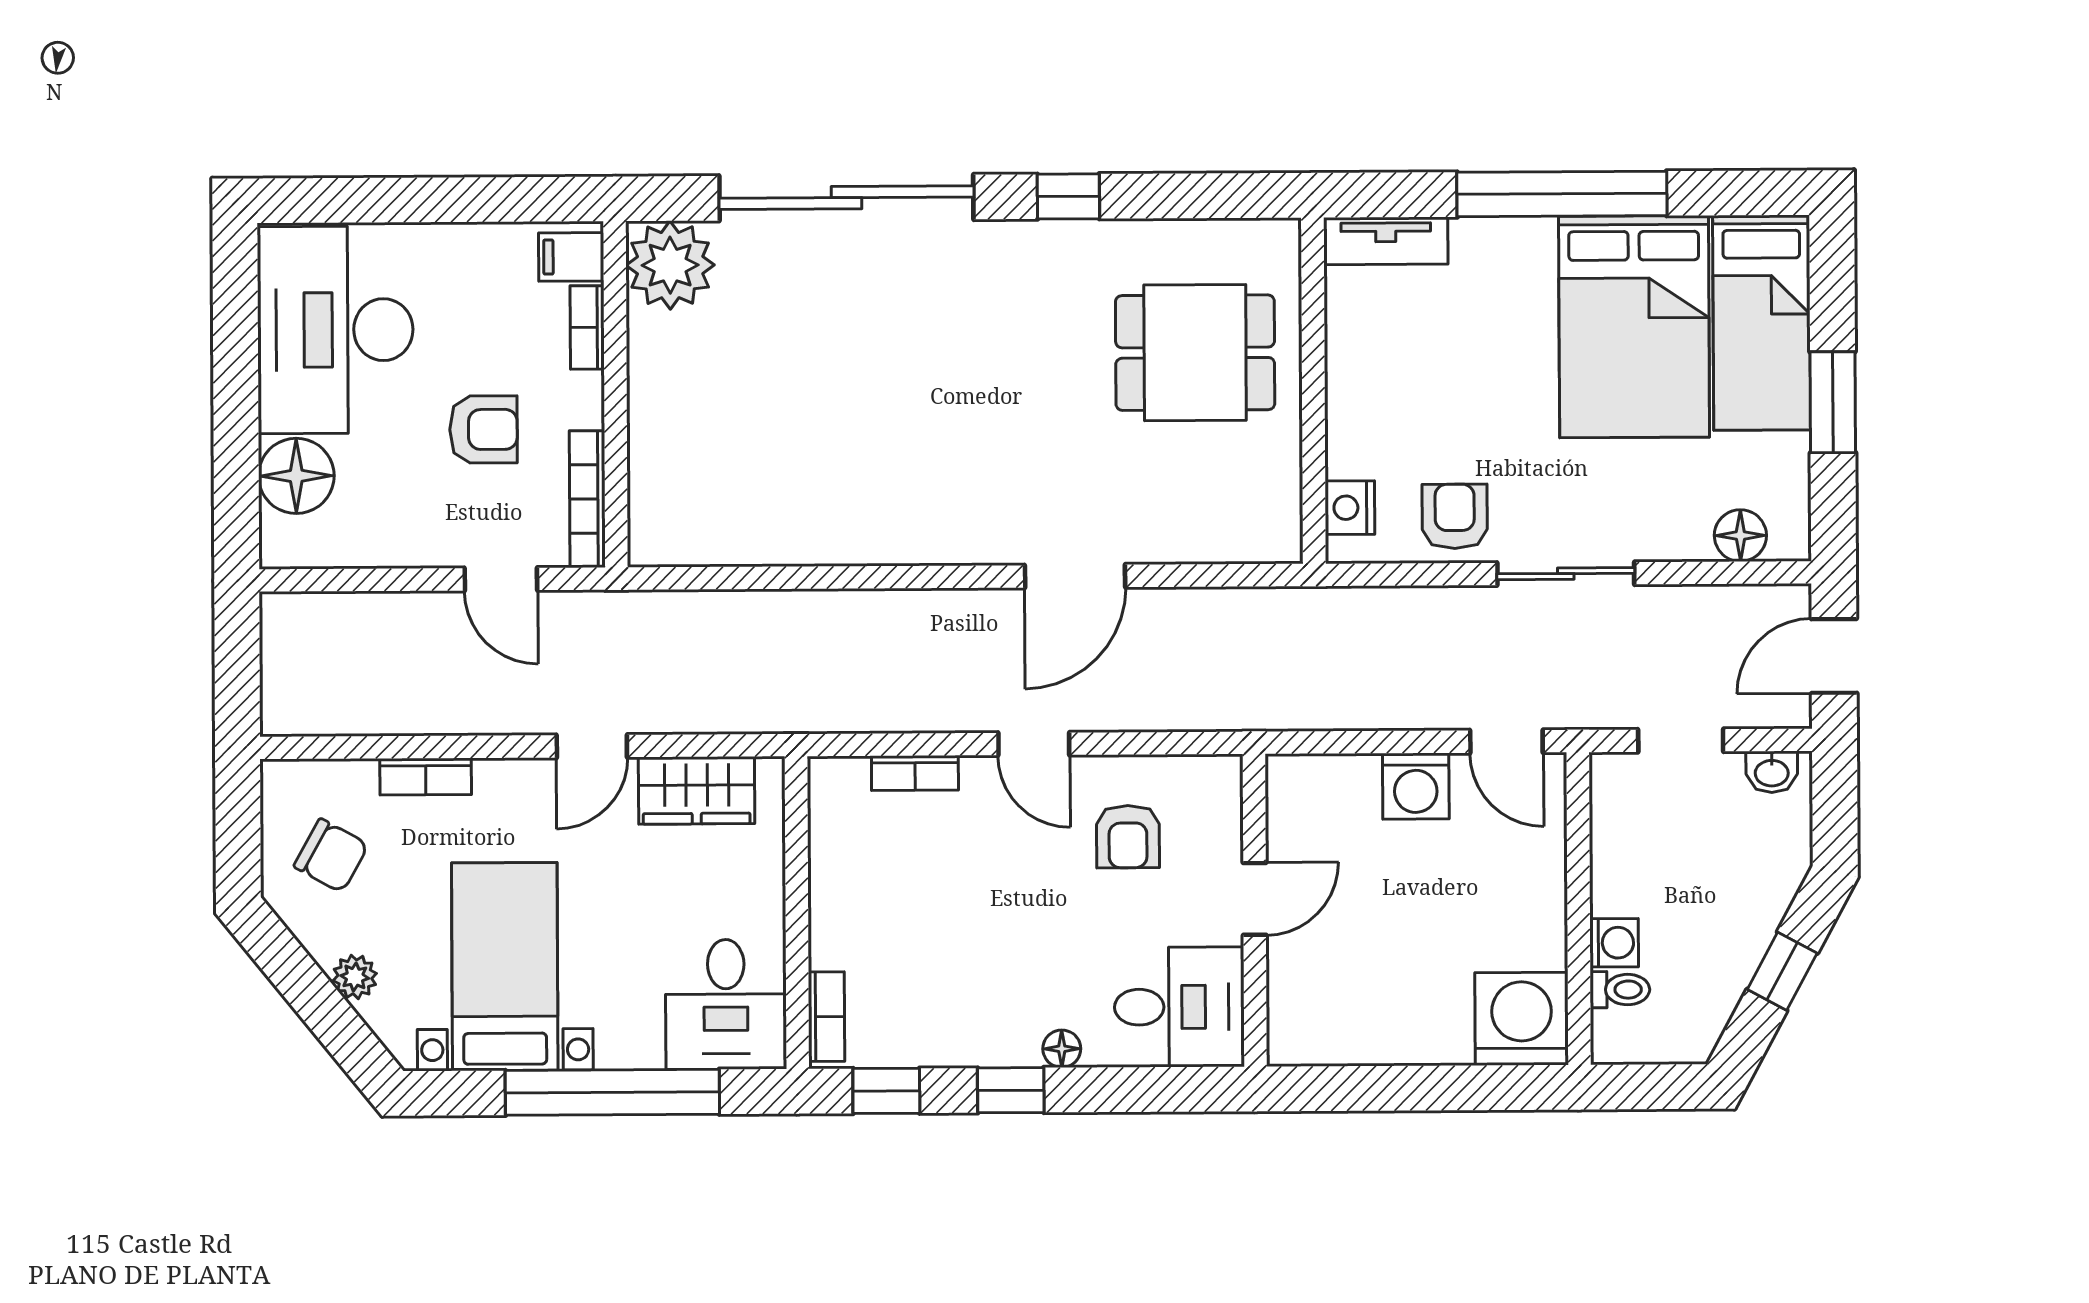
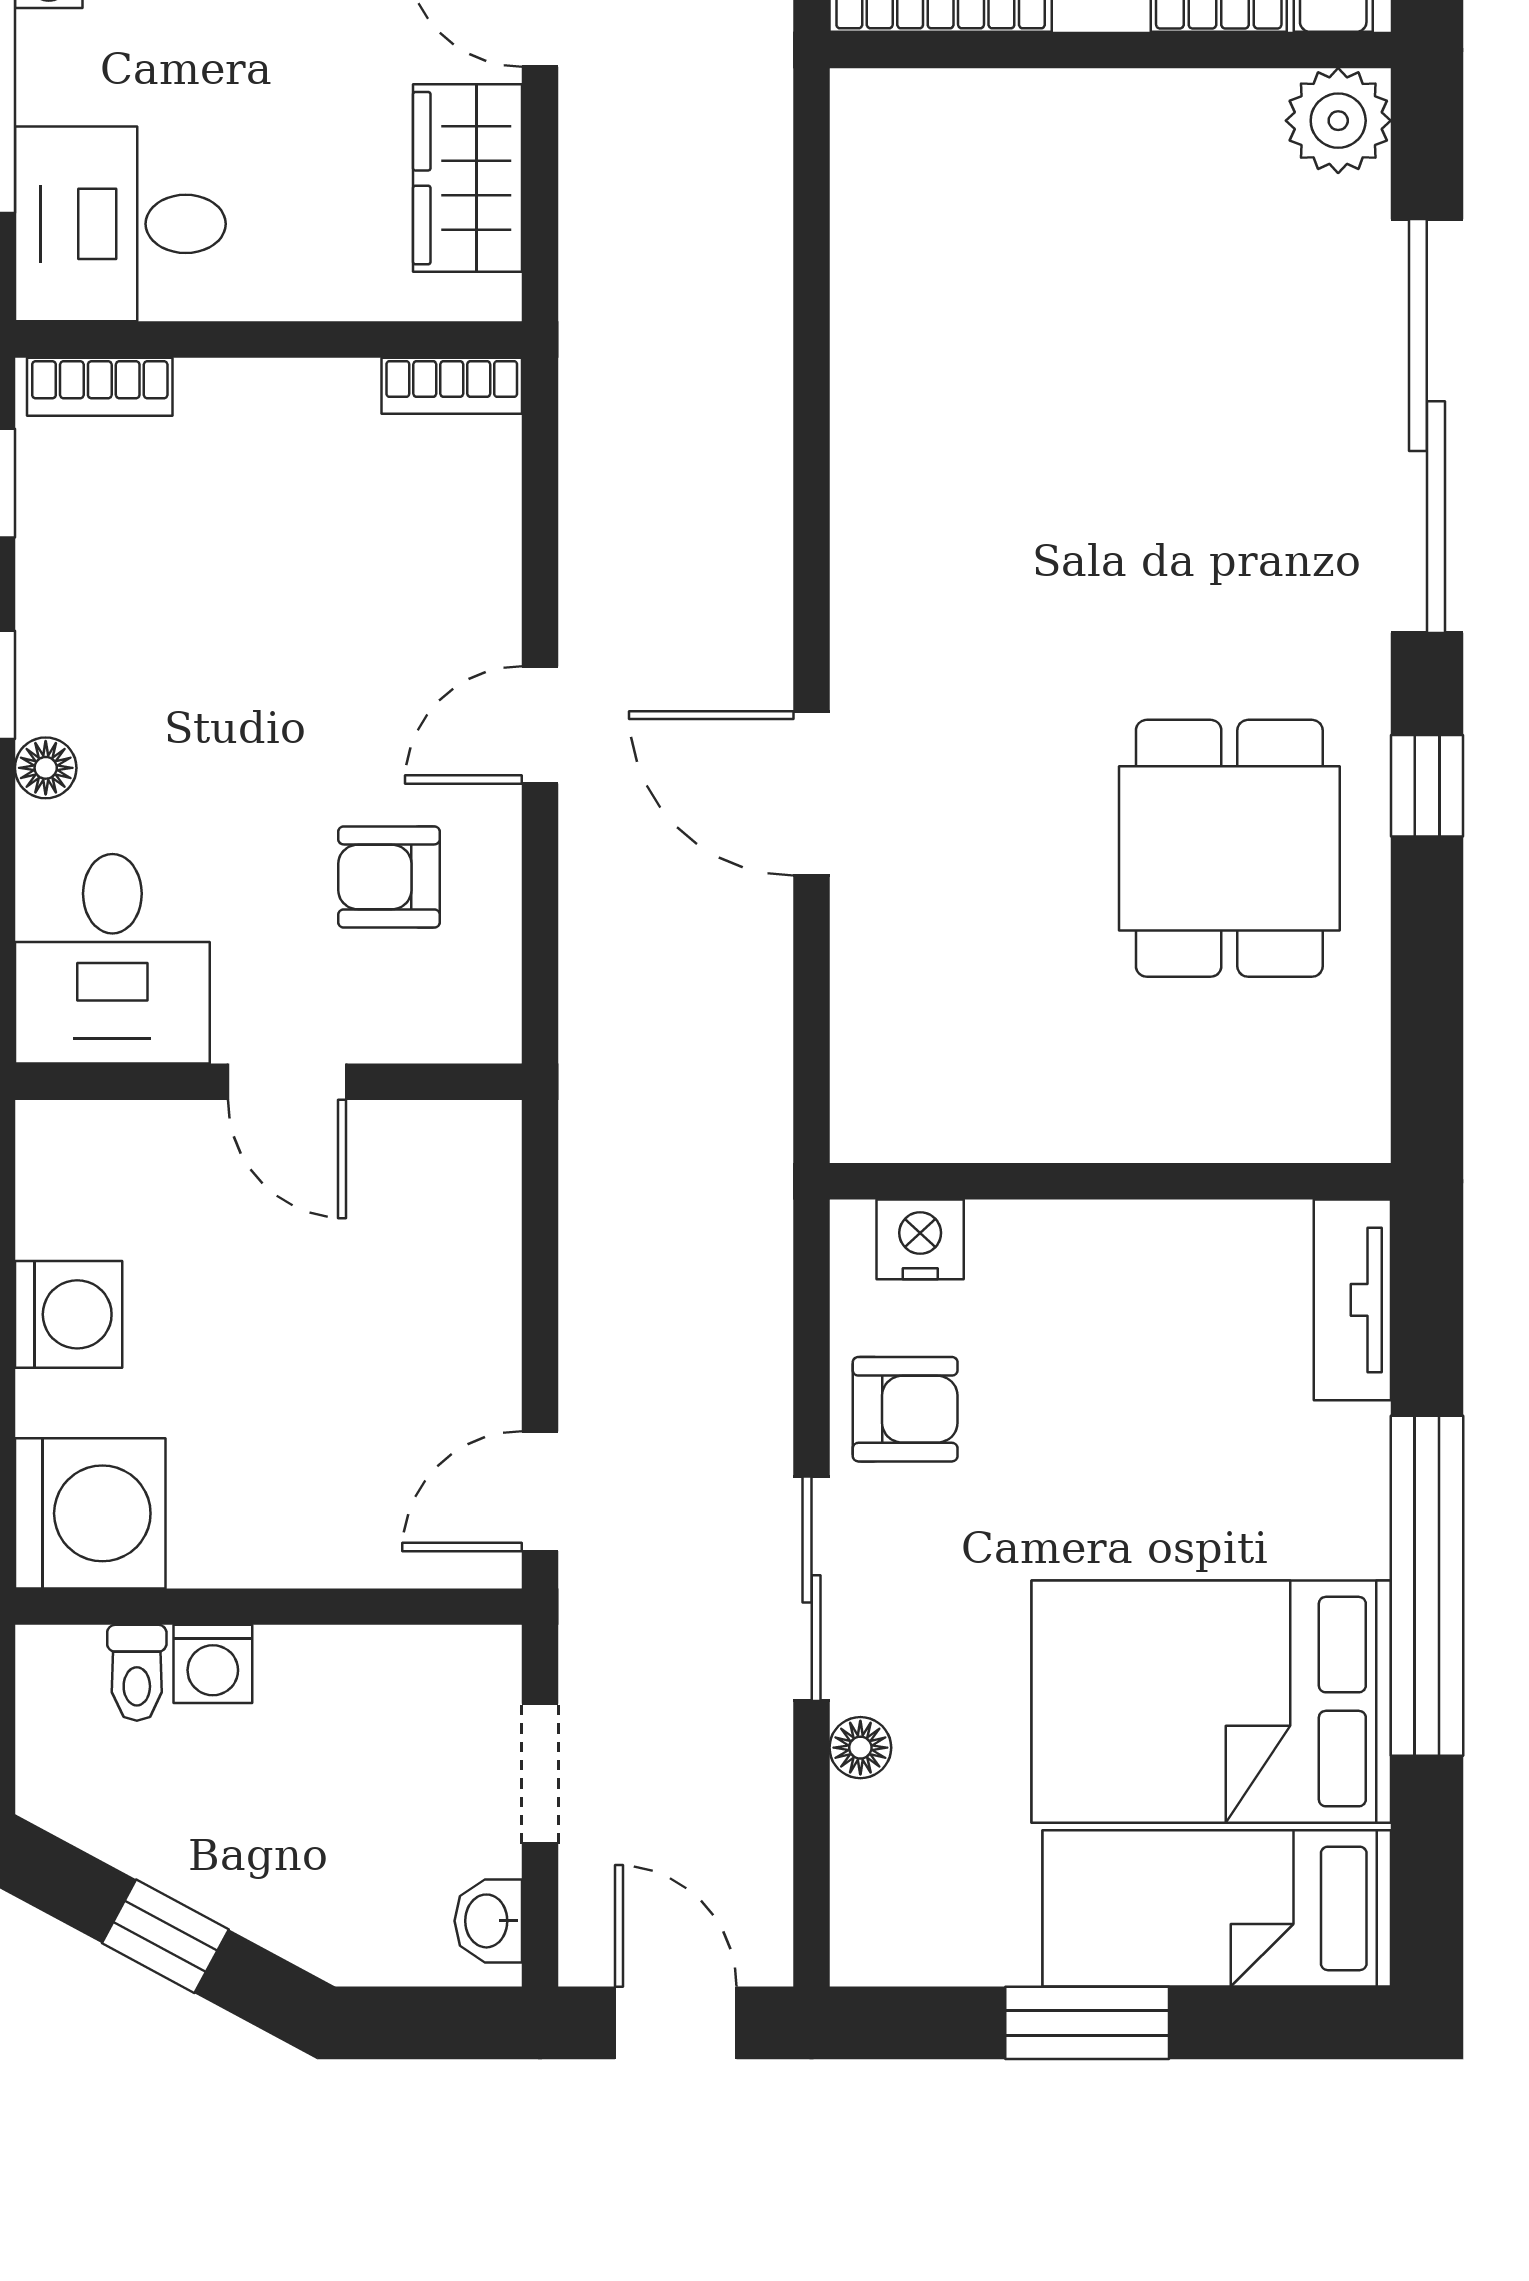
plant: (670, 265) -> (1338, 121), width x0.73, depth x0.73
dining table: (1195, 353) -> (1229, 848), moved
floor lamp: (1740, 536) -> (860, 1748), moved, width x0.73, depth x0.73
bookcase: (915, 773) -> (452, 386), moved, turned -90
washing machine: (1416, 786) -> (69, 1314), moved, turned 180

